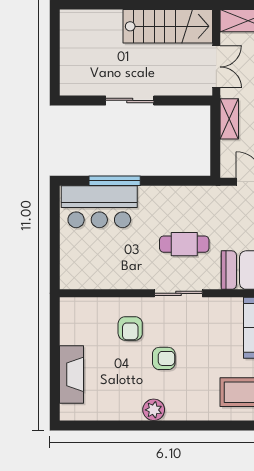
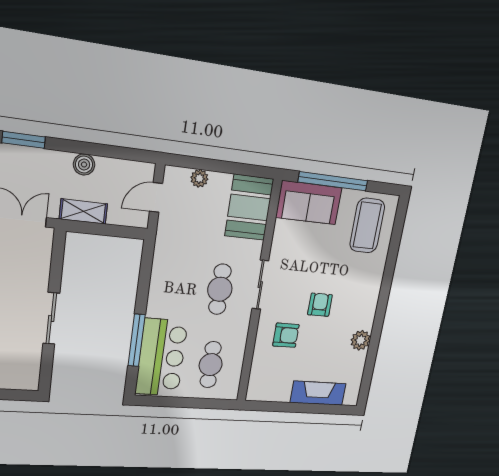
cafe table: (184, 244) -> (220, 289), moved
cafe table: (95, 256) -> (211, 365), added
plant: (154, 410) -> (361, 340), moved

